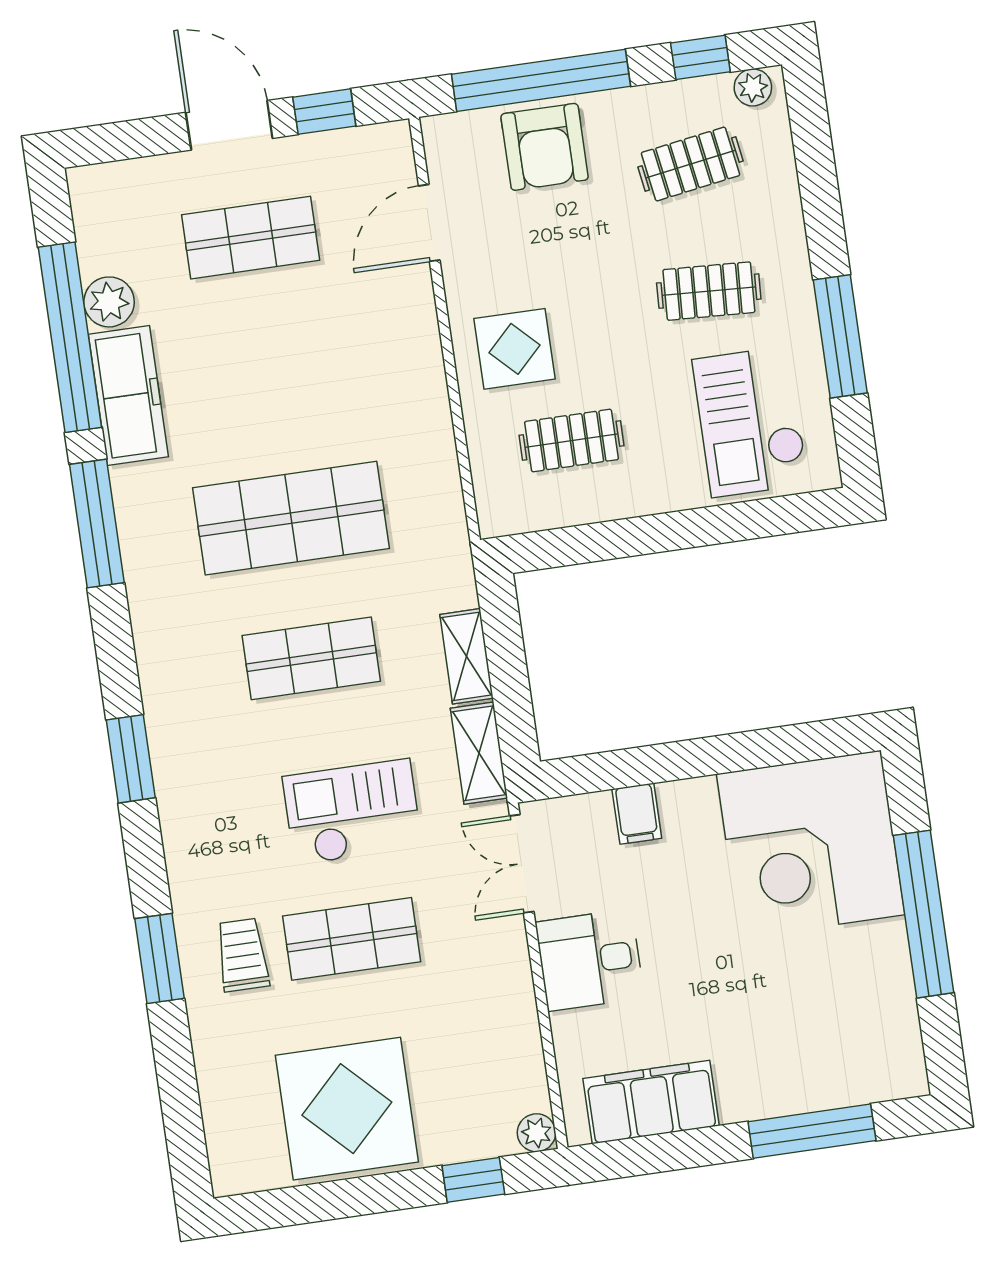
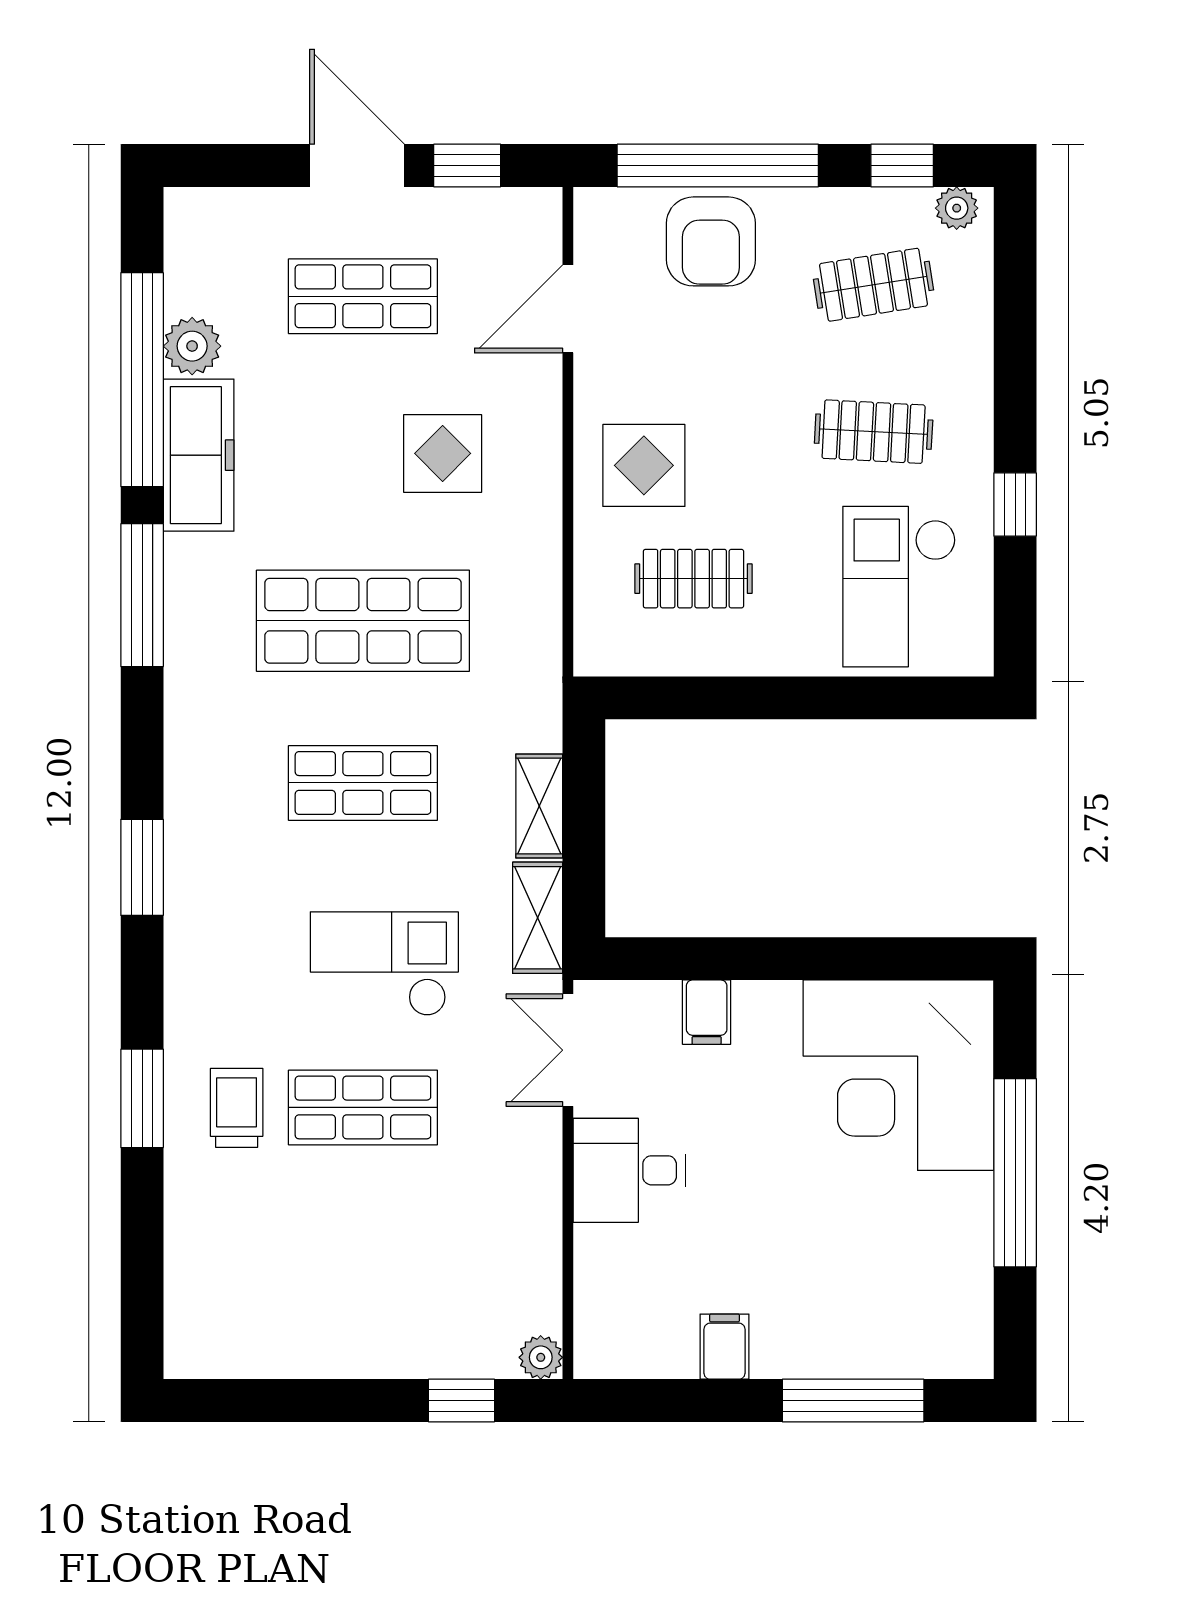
window: (840, 336) -> (1015, 505), width x0.46
filing cabinet: (651, 1102) -> (724, 1347), width x0.33, depth x0.86
display table: (347, 1109) -> (443, 453), moved, width x0.54, depth x0.54

